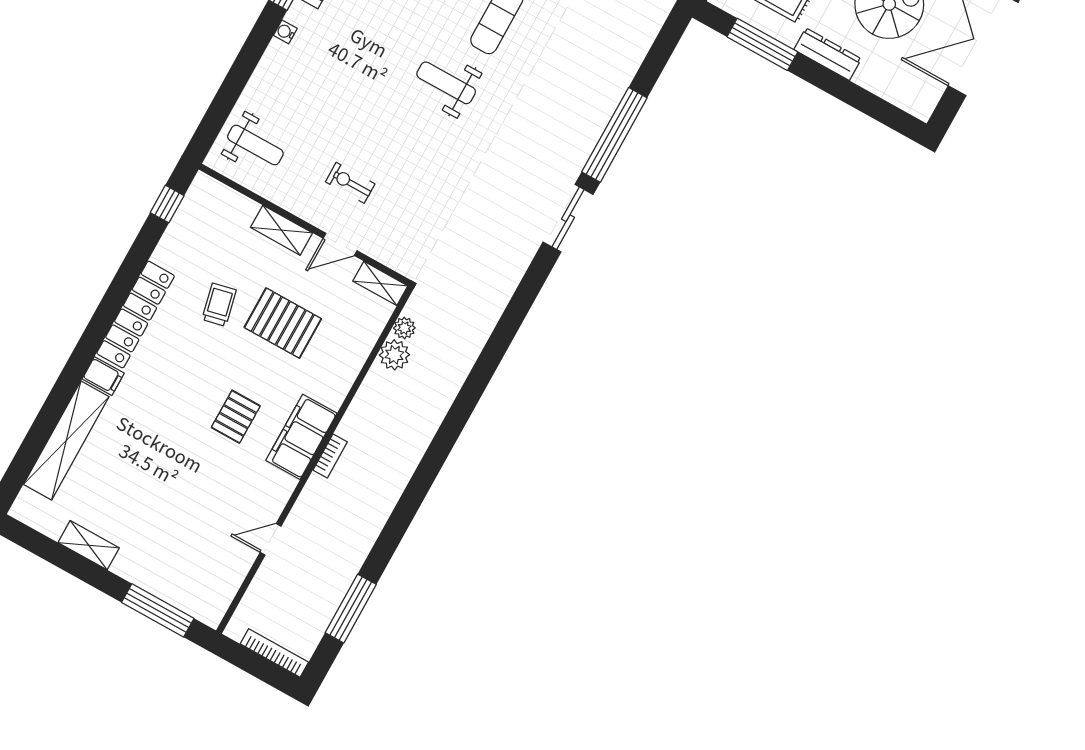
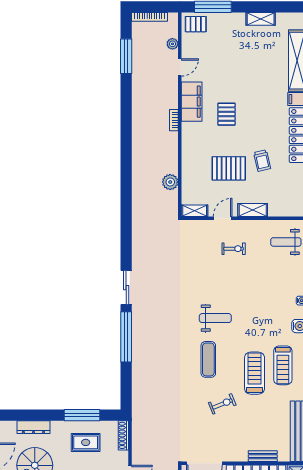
dresser: (828, 54) -> (33, 427), moved
plant: (404, 328) -> (172, 44), moved
filing cabinet: (301, 437) -> (192, 102), moved
pallet: (203, 597) -> (196, 24), added

